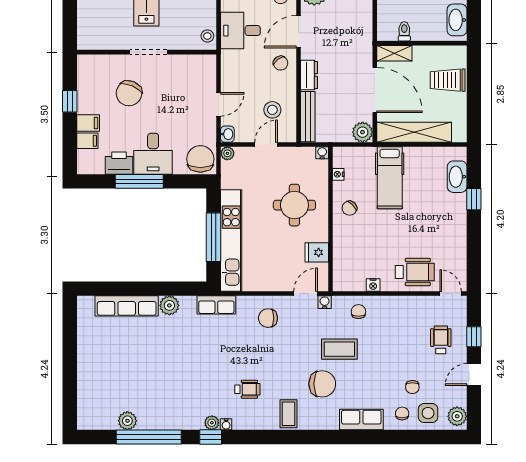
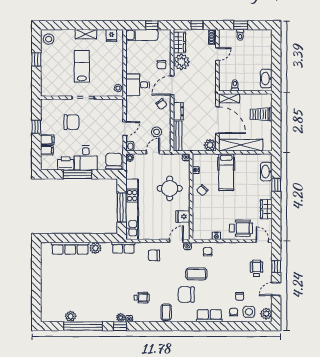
chair: (129, 93) -> (71, 122), turned -113
wardrobe: (457, 240) -> (266, 209), added
chair: (322, 384) -> (186, 295), turned 180

